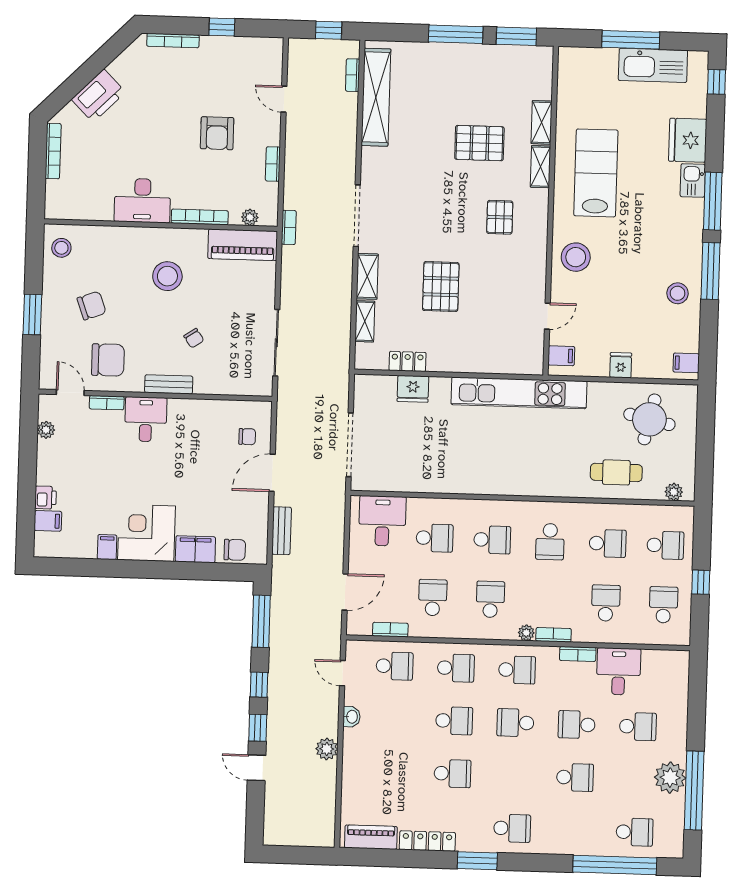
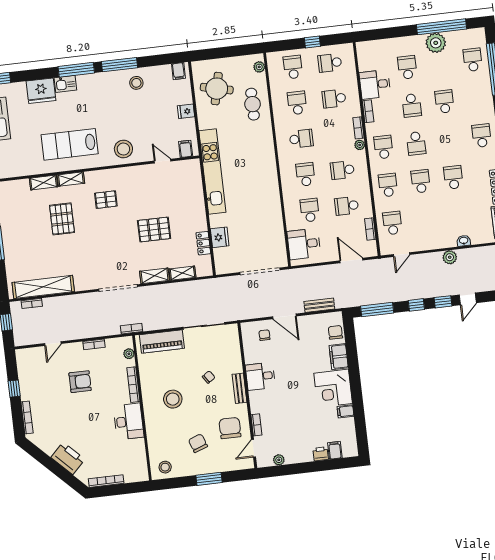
piano: (243, 245) -> (162, 342), moved, turned 90
desk: (146, 419) -> (260, 376), moved
washbasin: (352, 717) -> (464, 241), moved

